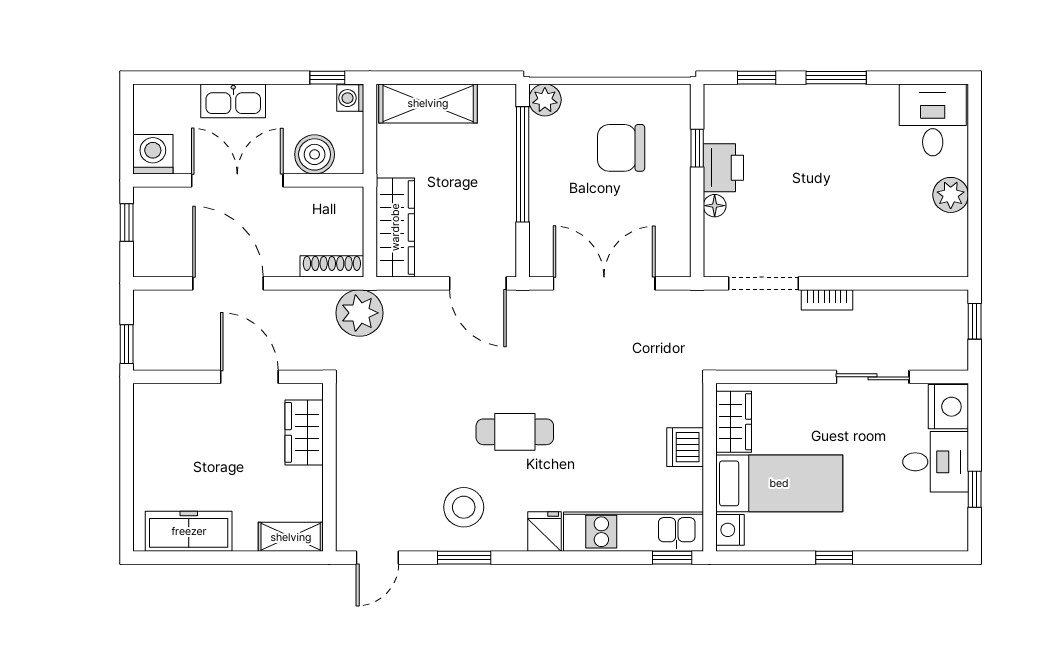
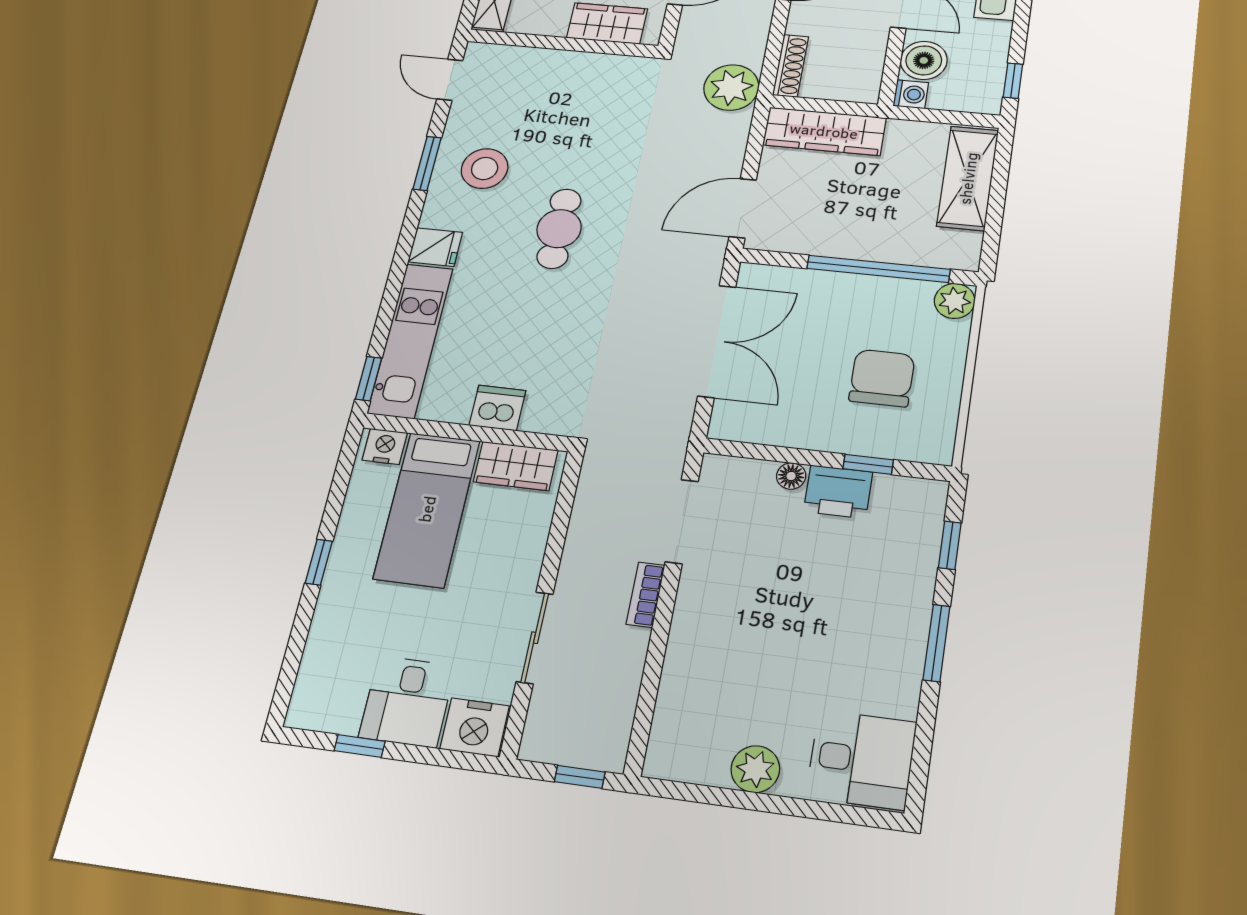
washing machine: (350, 98) -> (911, 94), moved, turned 90

